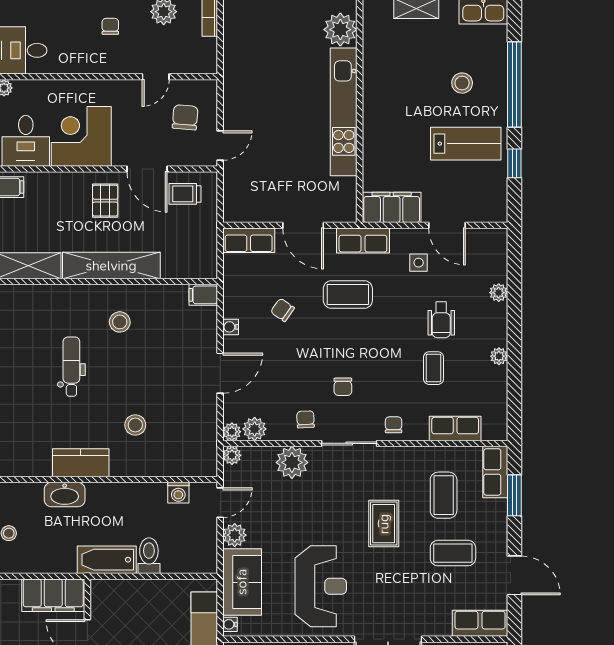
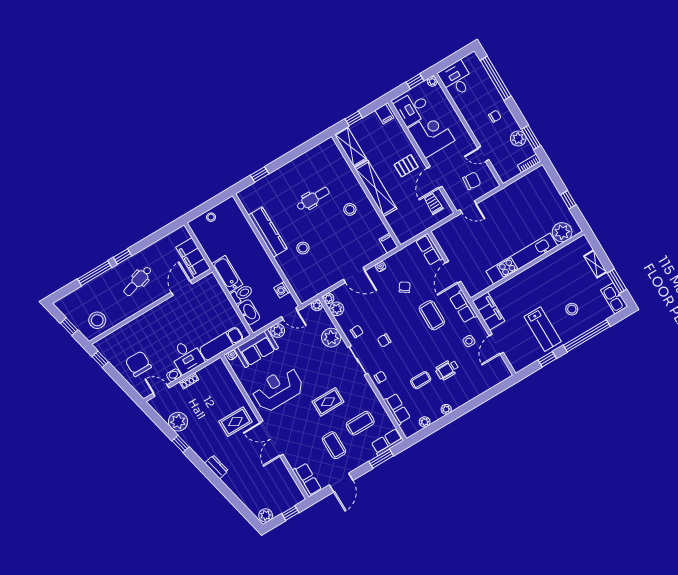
plant: (499, 293) -> (425, 422), moved
kitchen counter: (81, 463) -> (268, 232), width x1.50
washbasin: (65, 495) -> (249, 312), moved, turned 180
reception desk: (321, 586) -> (278, 389), turned 180

